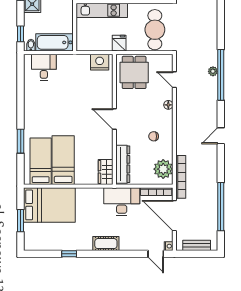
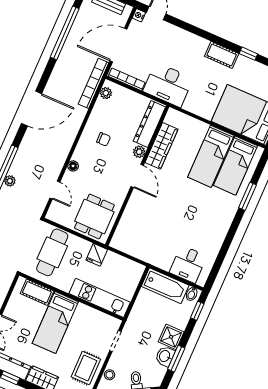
nightstand: (100, 62) -> (126, 244), removed
door: (221, 136) -> (32, 108), width x1.88
plant: (121, 139) -> (139, 152), added
plant: (163, 169) -> (106, 93), width x0.53, depth x0.53
wardrobe: (106, 172) -> (161, 146), moved, width x1.50
door: (174, 216) -> (118, 45), swing flipped
cot: (106, 244) -> (222, 55), moved

